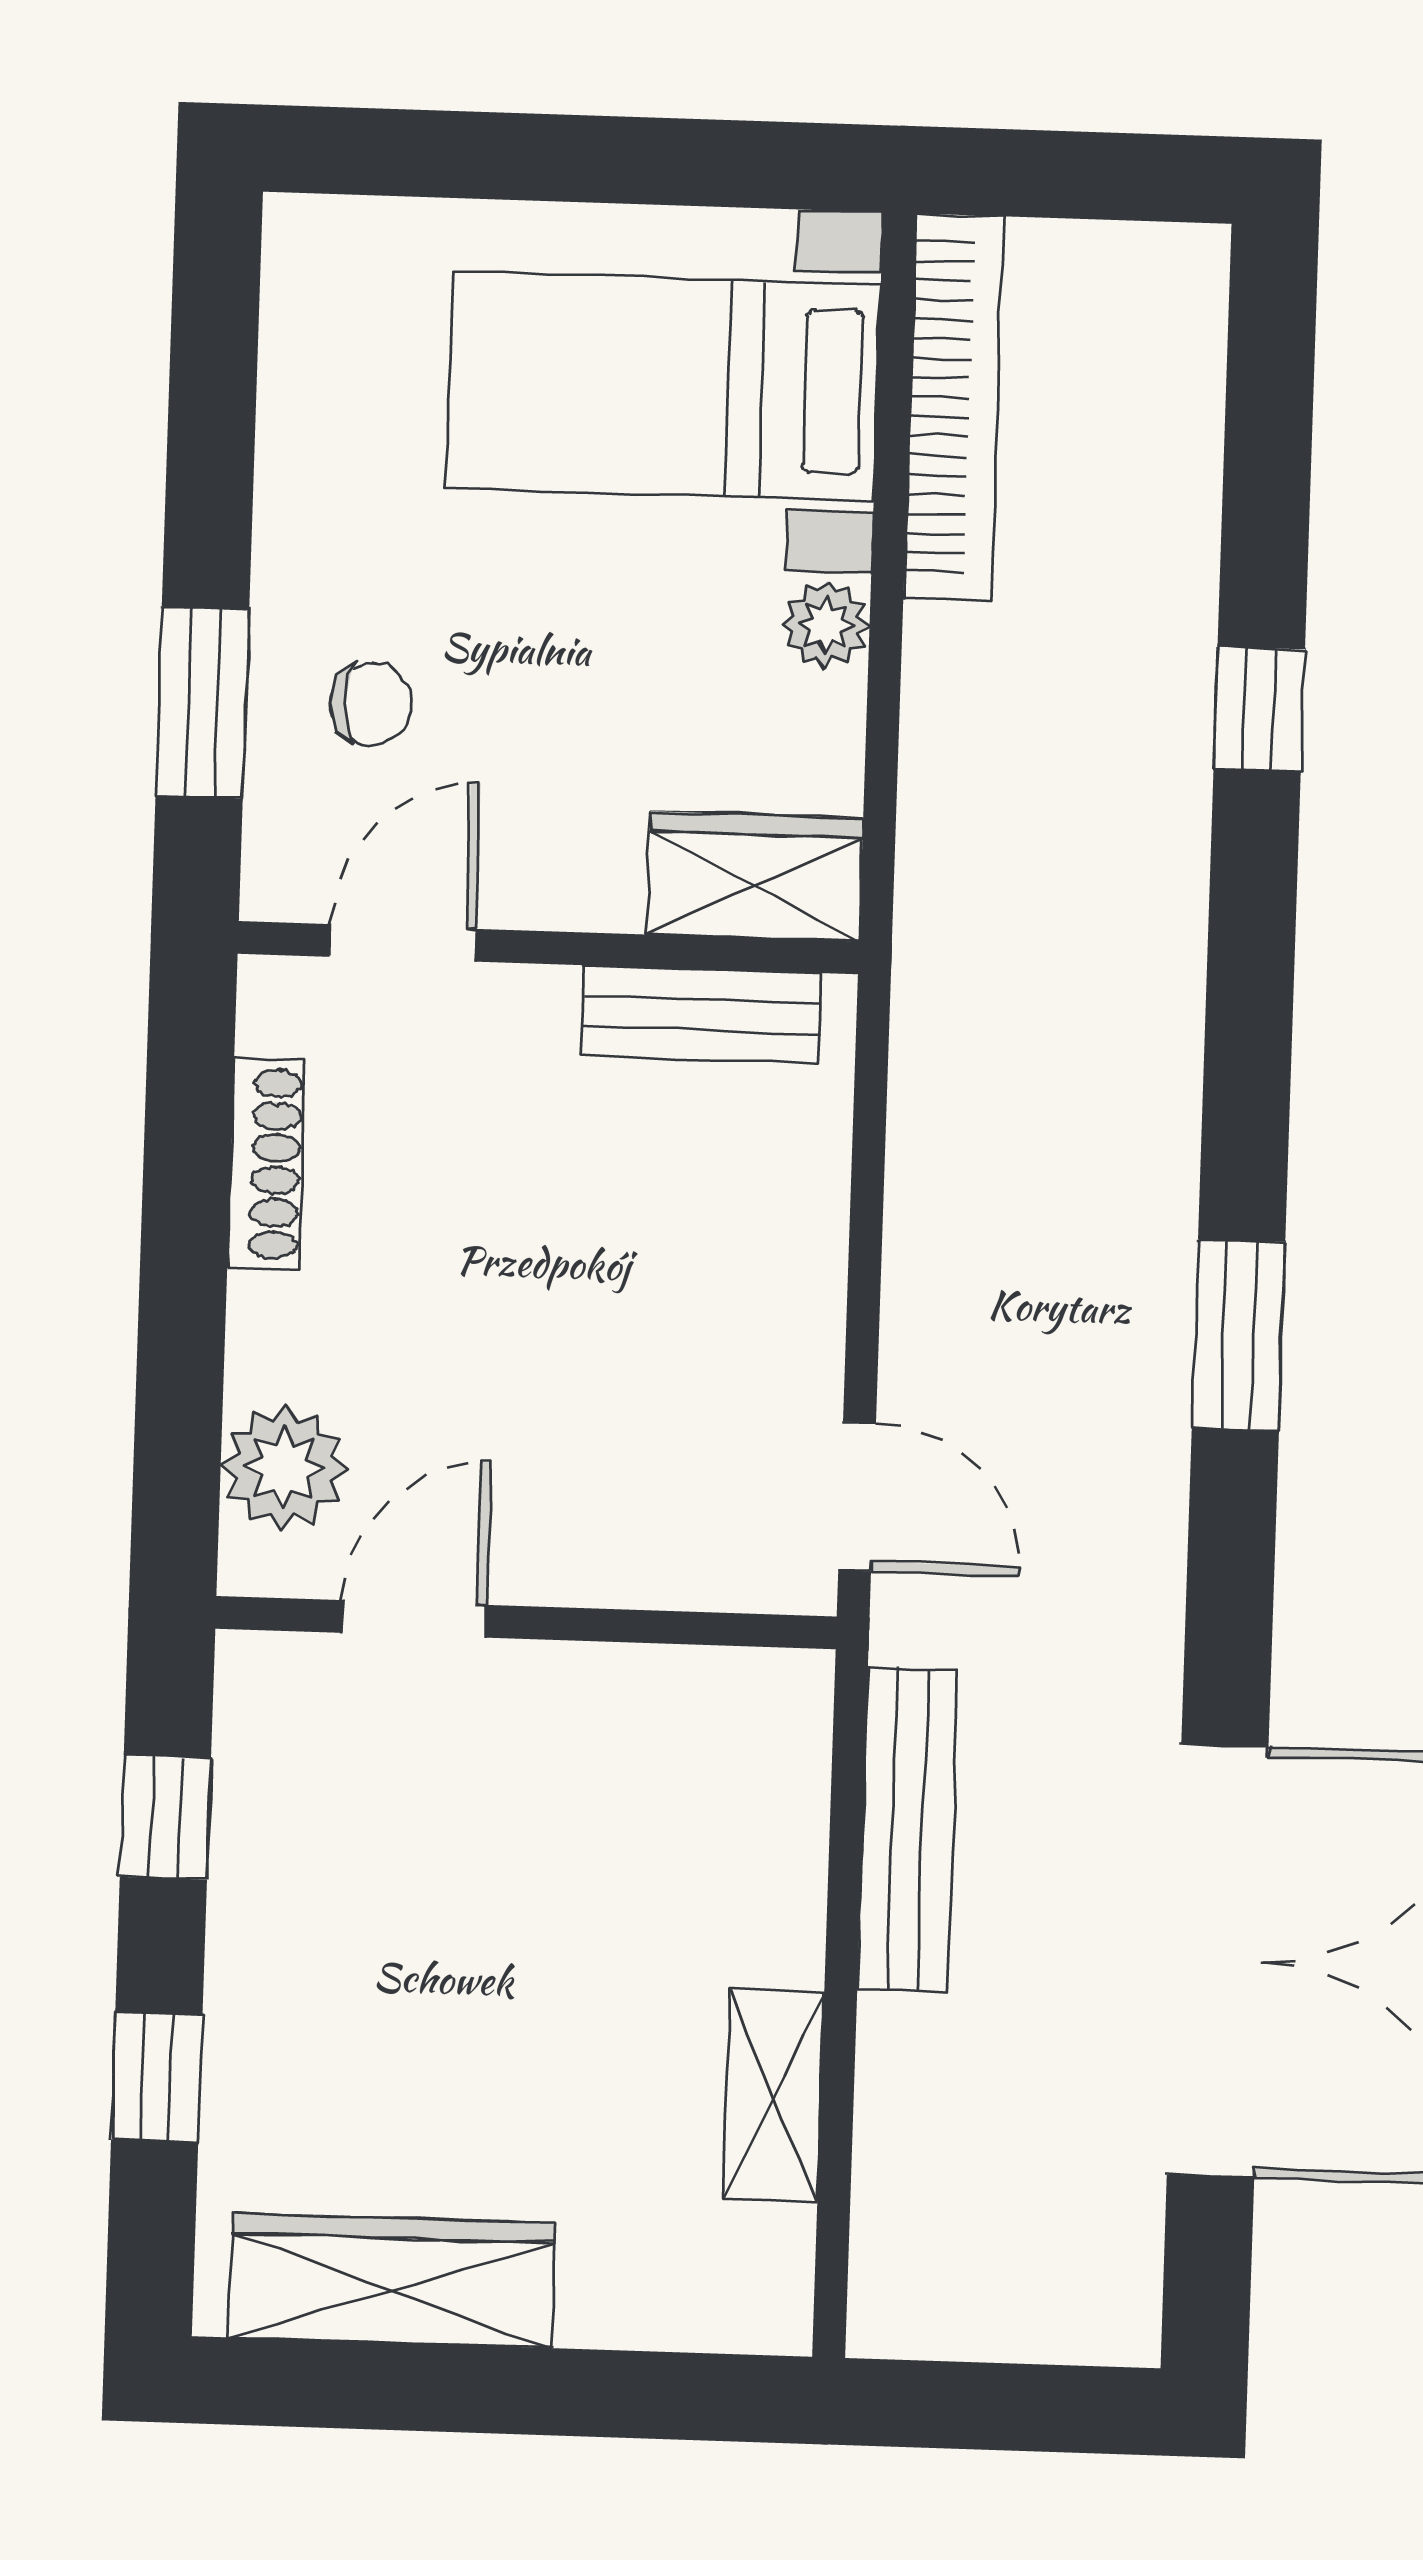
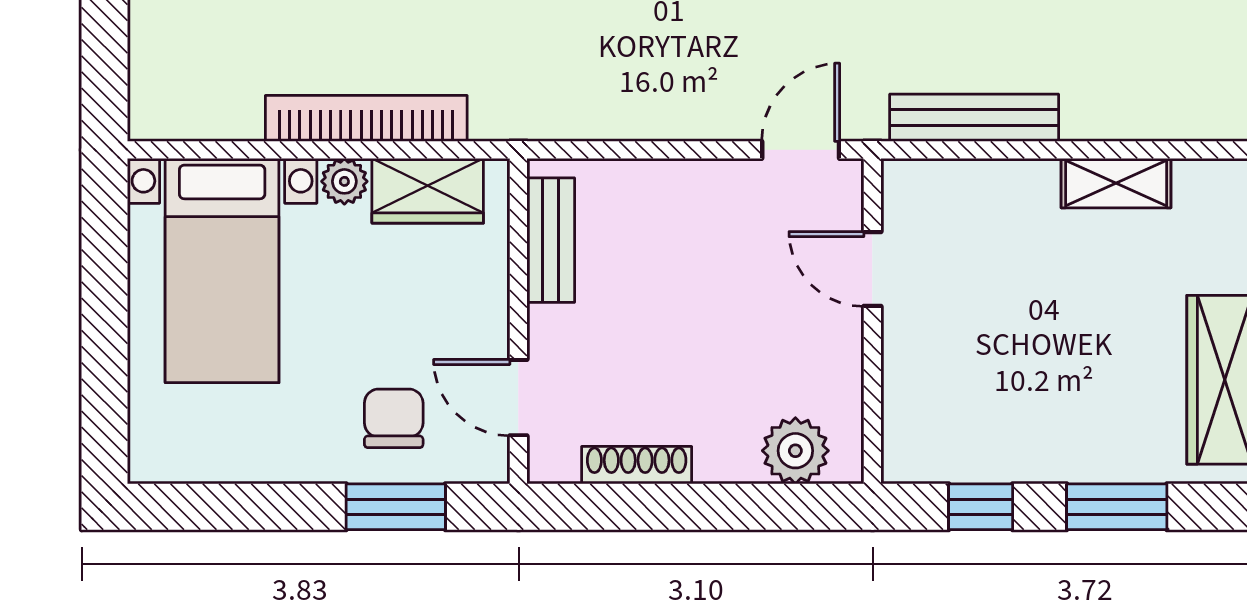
bookcase: (953, 407) -> (366, 118), moved
chair: (371, 704) -> (394, 418), width x1.37, depth x1.37
wardrobe: (755, 876) -> (428, 191), moved, turned -90
door: (414, 1619) -> (872, 269), moved
window: (157, 2077) -> (1117, 507), width x1.50

